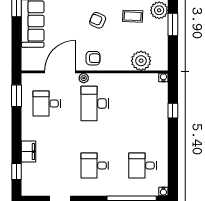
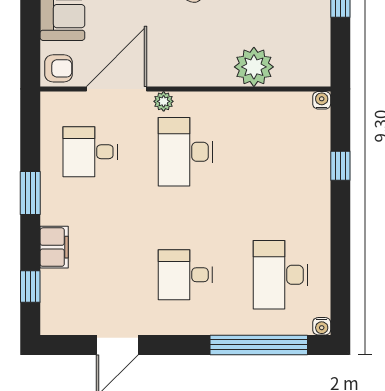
armchair: (93, 58) -> (59, 68), moved
plant: (141, 61) -> (254, 67), moved
window: (16, 96) -> (30, 193), moved
desk: (143, 165) -> (280, 275), width x1.37

